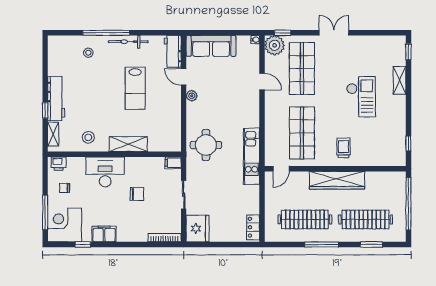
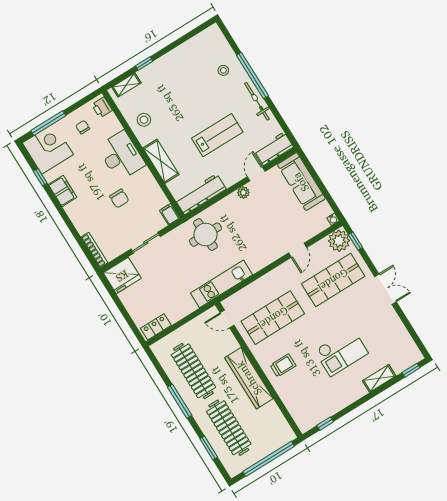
lab bench: (135, 88) -> (217, 135), turned 180
workbench: (56, 99) -> (201, 194), moved, turned 180

